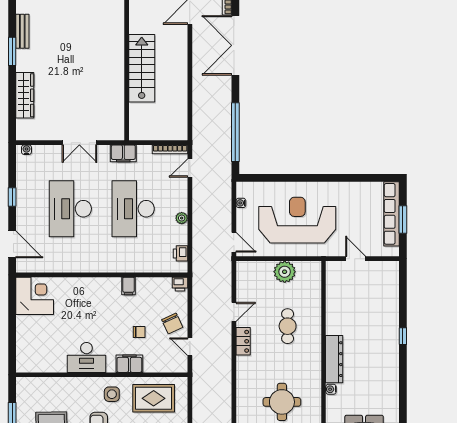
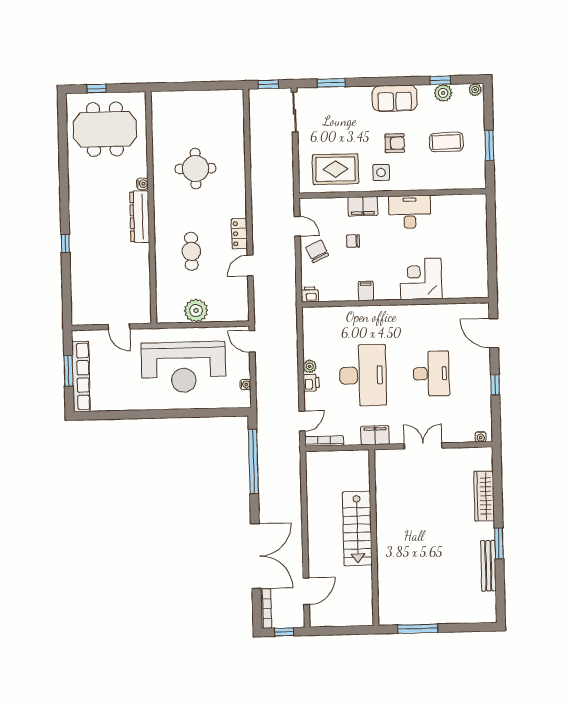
bench: (22, 31) -> (488, 566), width x1.36
desk: (70, 209) -> (431, 374), width x0.73, depth x0.77
printer: (181, 253) -> (311, 383), moved
corner desk: (35, 296) -> (421, 279), moved, turned 90

